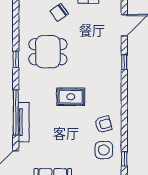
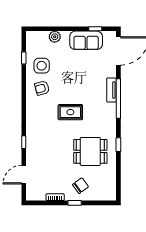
tv unit: (24, 122) -> (111, 90), width x0.71

